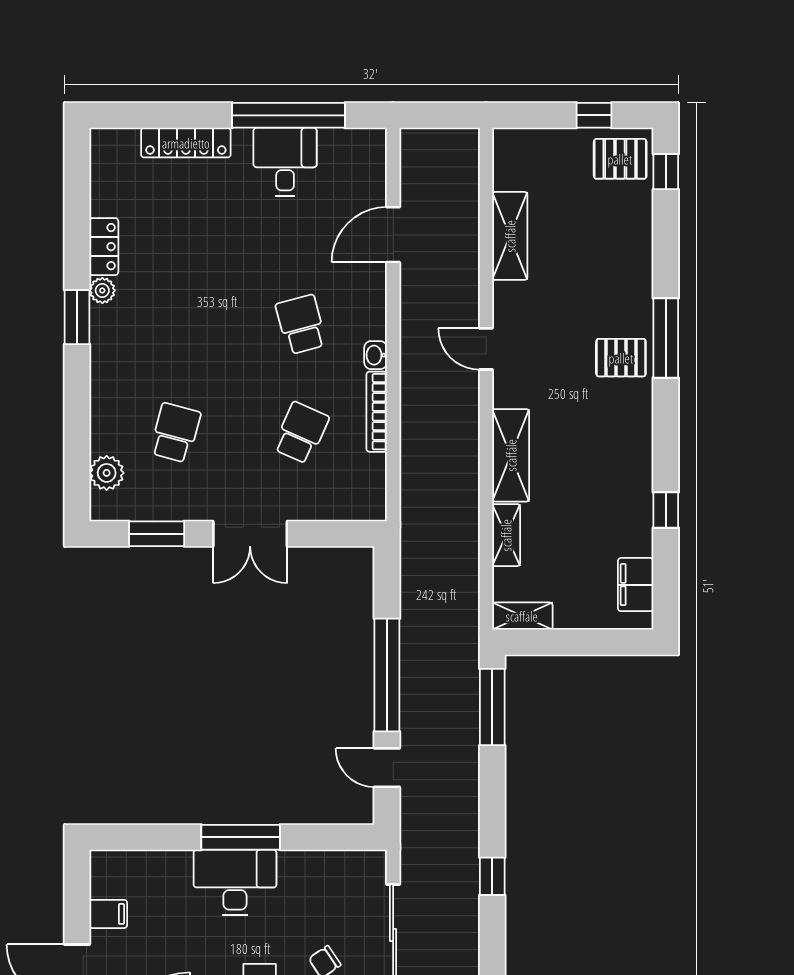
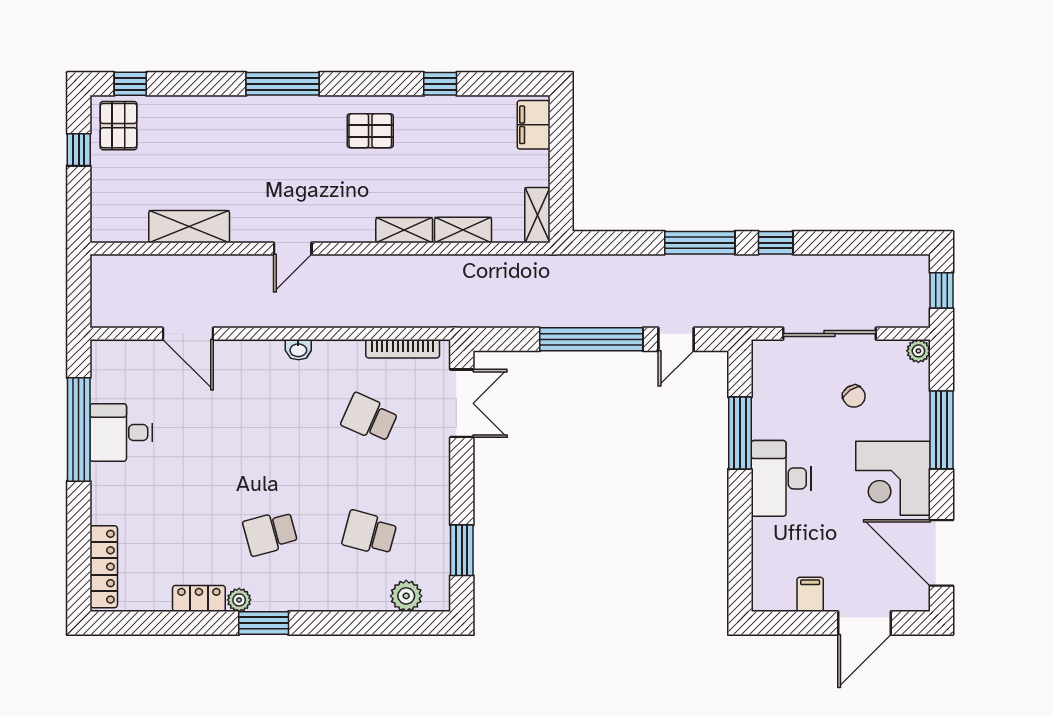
locker: (186, 143) -> (104, 567), moved
school desk: (301, 325) -> (270, 533), moved
pallet: (621, 358) -> (370, 131), moved, turned 90
bookcase: (377, 412) -> (403, 349), moved
shelving: (511, 455) -> (404, 230), width x0.67, depth x0.75
double door: (250, 534) -> (462, 403), moved
filing cabinet: (636, 585) -> (534, 125), moved, turned 90
window: (492, 707) -> (700, 243), moved
window: (241, 837) -> (740, 433), moved

